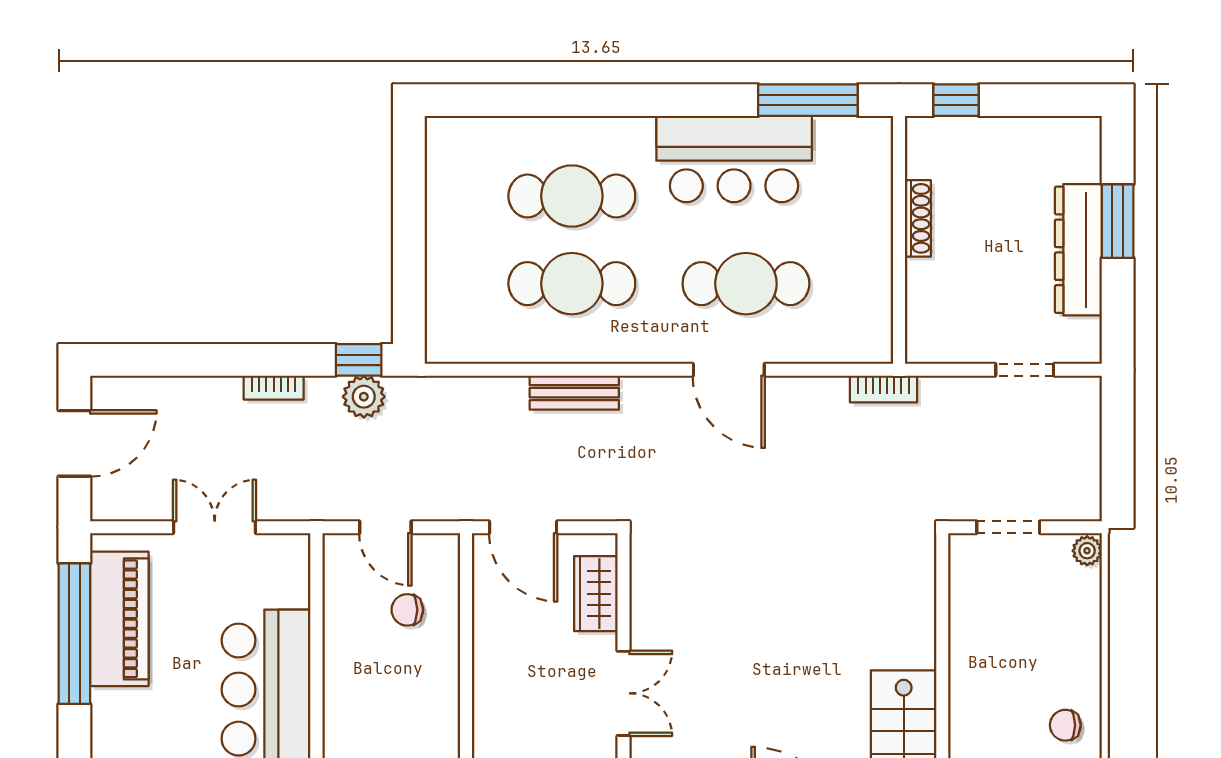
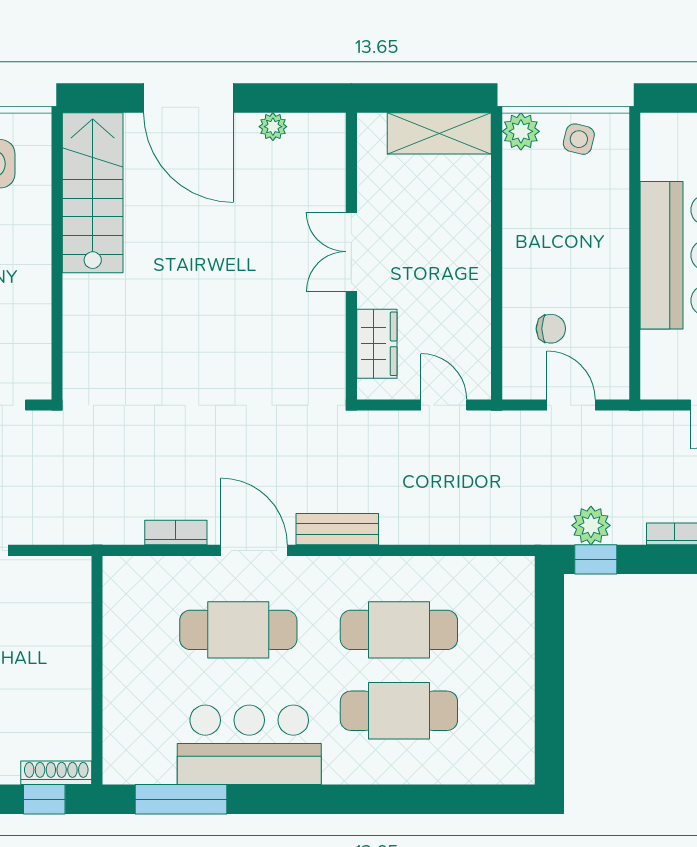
shoe rack: (918, 218) -> (56, 773), moved, turned 90
bookcase: (884, 389) -> (176, 533), moved
bench: (574, 393) -> (337, 529), moved
door: (523, 527) -> (444, 405), width x0.73

